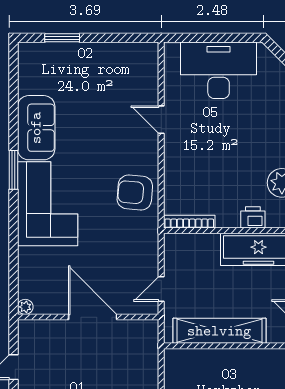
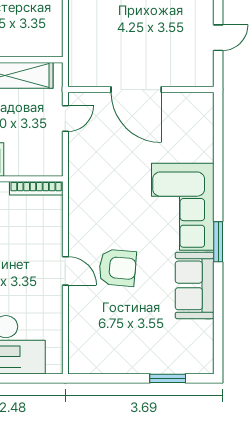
door: (161, 120) -> (65, 271), moved
armchair: (135, 193) -> (118, 268), moved
plant: (25, 307) -> (206, 100), removed

